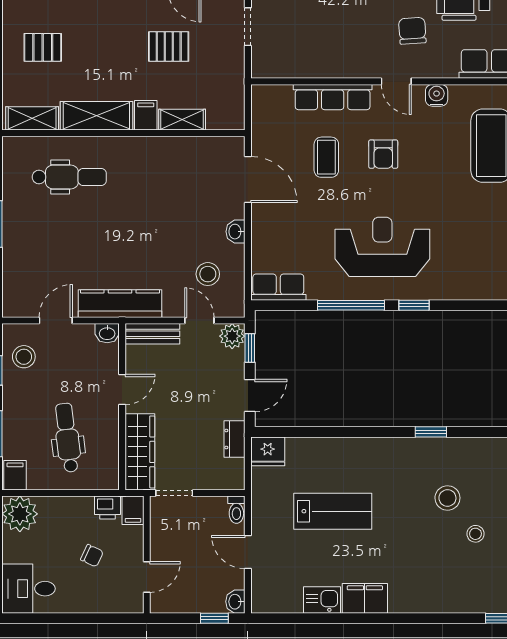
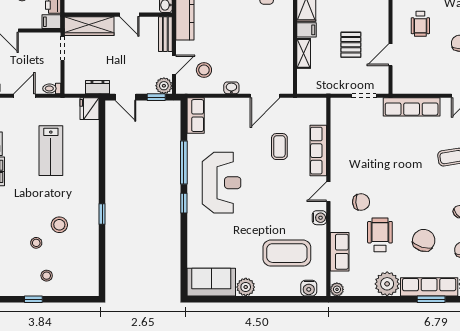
armchair: (383, 154) -> (281, 183), removed
coffee table: (326, 157) -> (279, 147), turned 90

